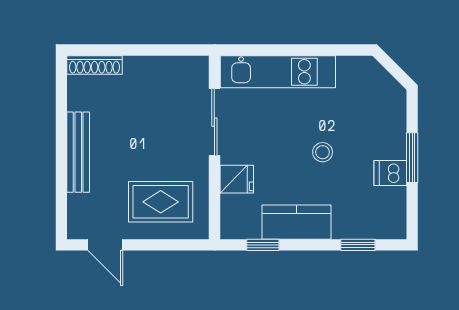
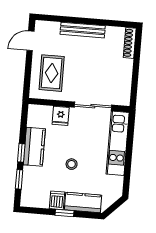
kitchen counter: (390, 126) -> (83, 202), added
window: (412, 158) -> (65, 213), width x0.67
window: (263, 245) -> (21, 153), moved

